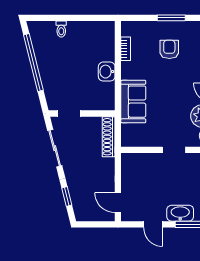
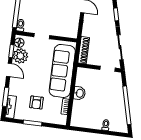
sofa: (133, 102) -> (62, 71), width x1.85, depth x1.27

